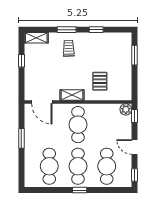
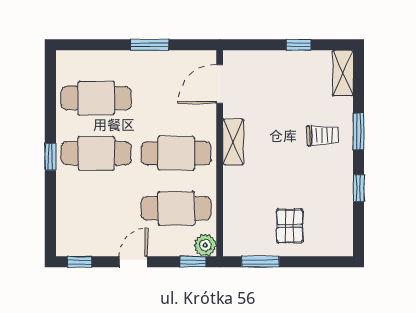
window: (134, 55) -> (260, 262), moved
pallet: (100, 81) -> (290, 226), moved, turned 90
cafe table: (107, 166) -> (176, 208), moved

